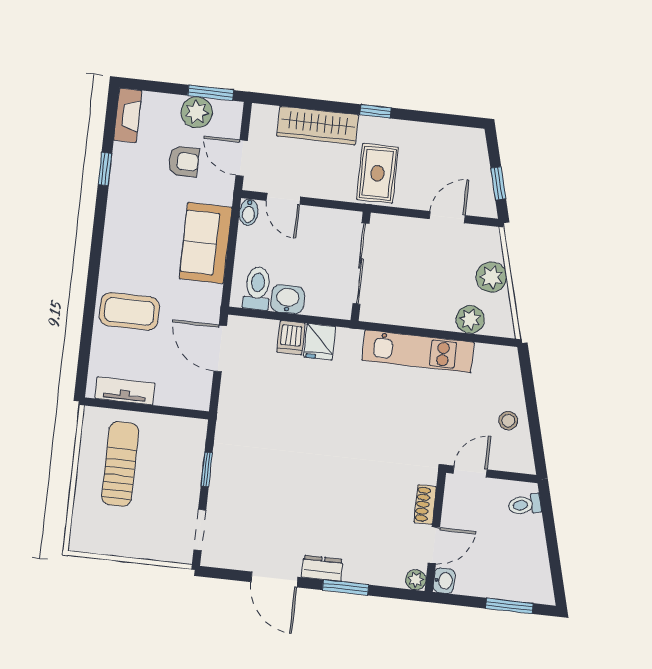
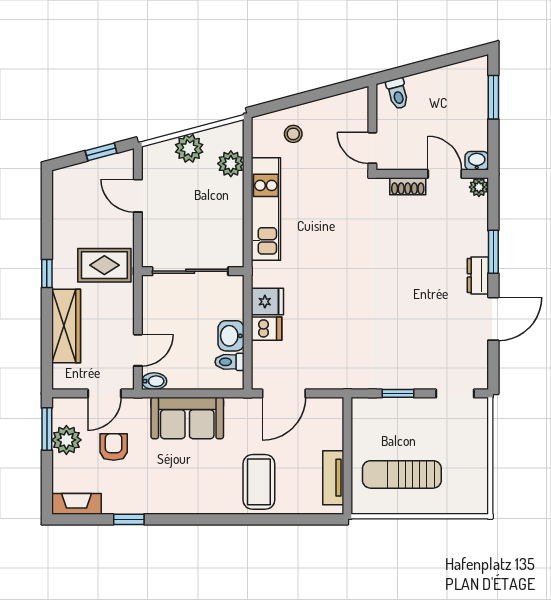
toilet: (257, 288) -> (230, 362), width x0.73, depth x0.72
stool: (508, 421) -> (293, 134), moved

